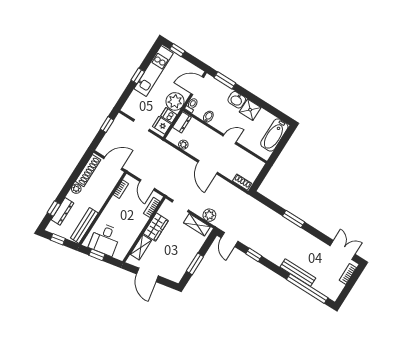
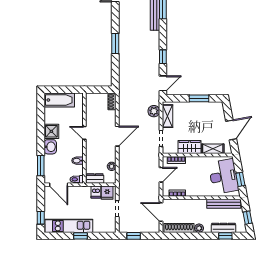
plant: (175, 101) -> (82, 194), removed
desk: (105, 239) -> (223, 176), width x1.37

